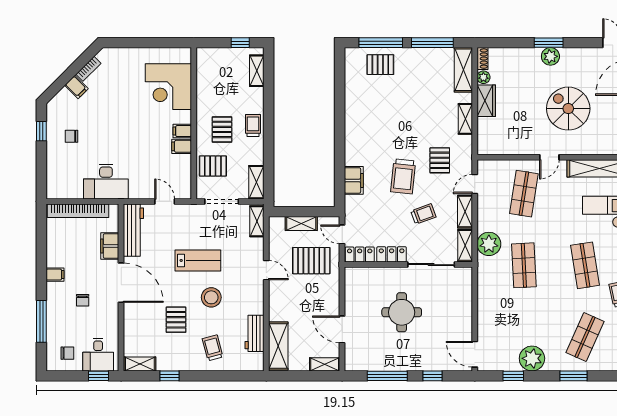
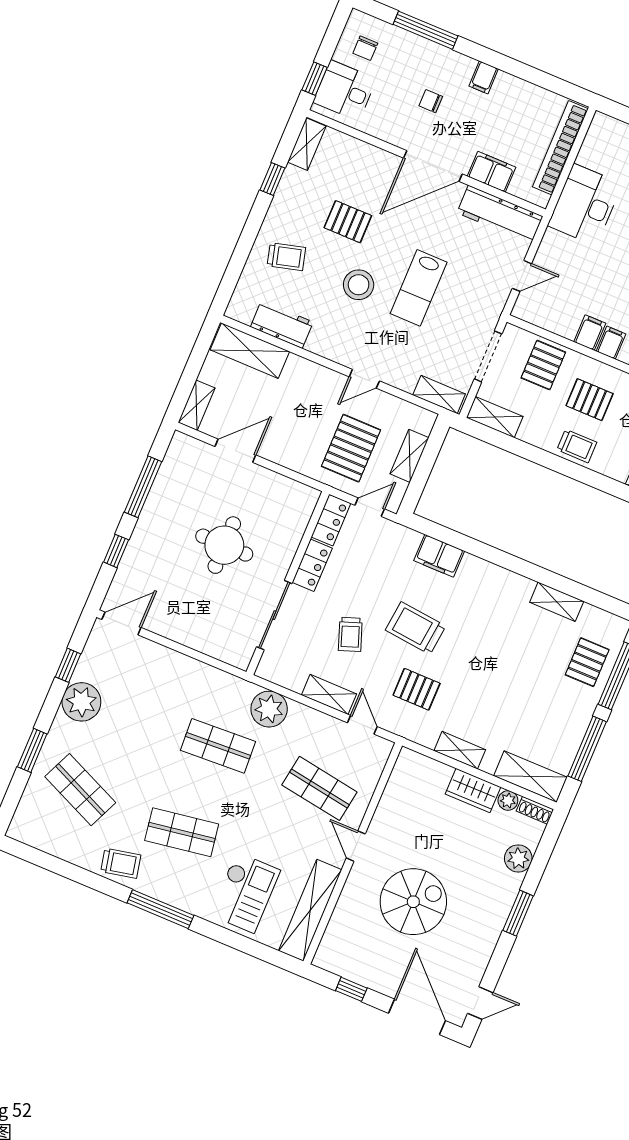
plant: (550, 56) -> (518, 858), moved
shelving: (465, 245) -> (557, 602), moved

